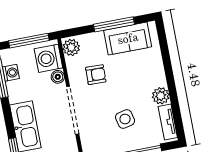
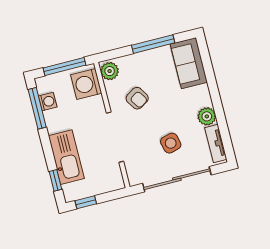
sofa: (128, 39) -> (189, 63), moved, turned 90
armchair: (96, 75) -> (137, 98), turned 56
boiler: (58, 77) -> (97, 103), removed

